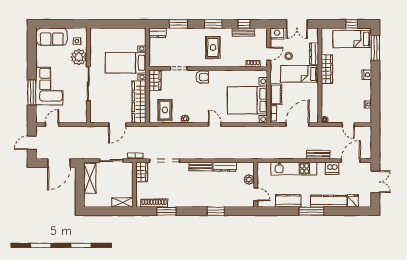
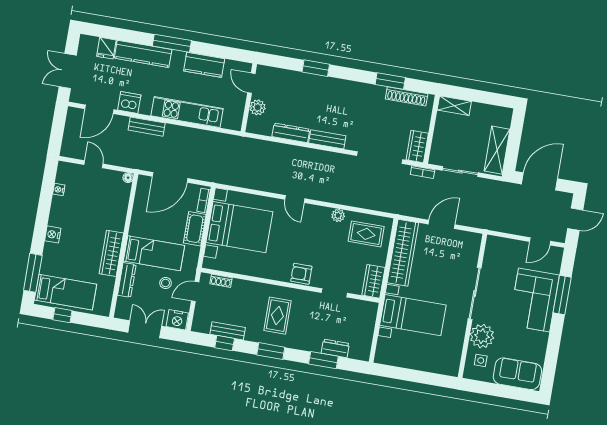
dresser: (158, 33) -> (335, 348), moved
rug: (165, 110) -> (366, 234), turned 90

